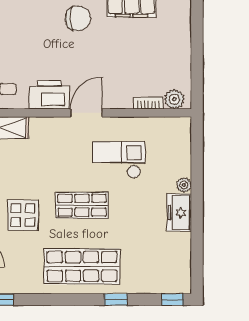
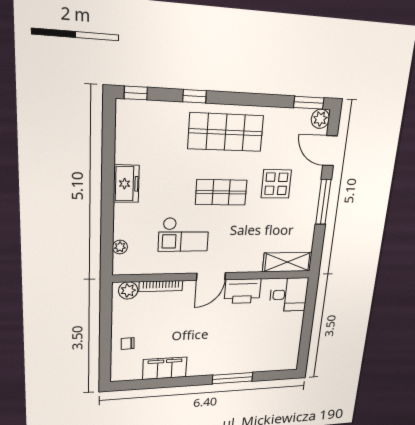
chair: (78, 18) -> (128, 344), moved, width x0.54, depth x0.54
bookcase: (148, 103) -> (161, 286), width x1.56
plant: (184, 185) -> (120, 247), moved

